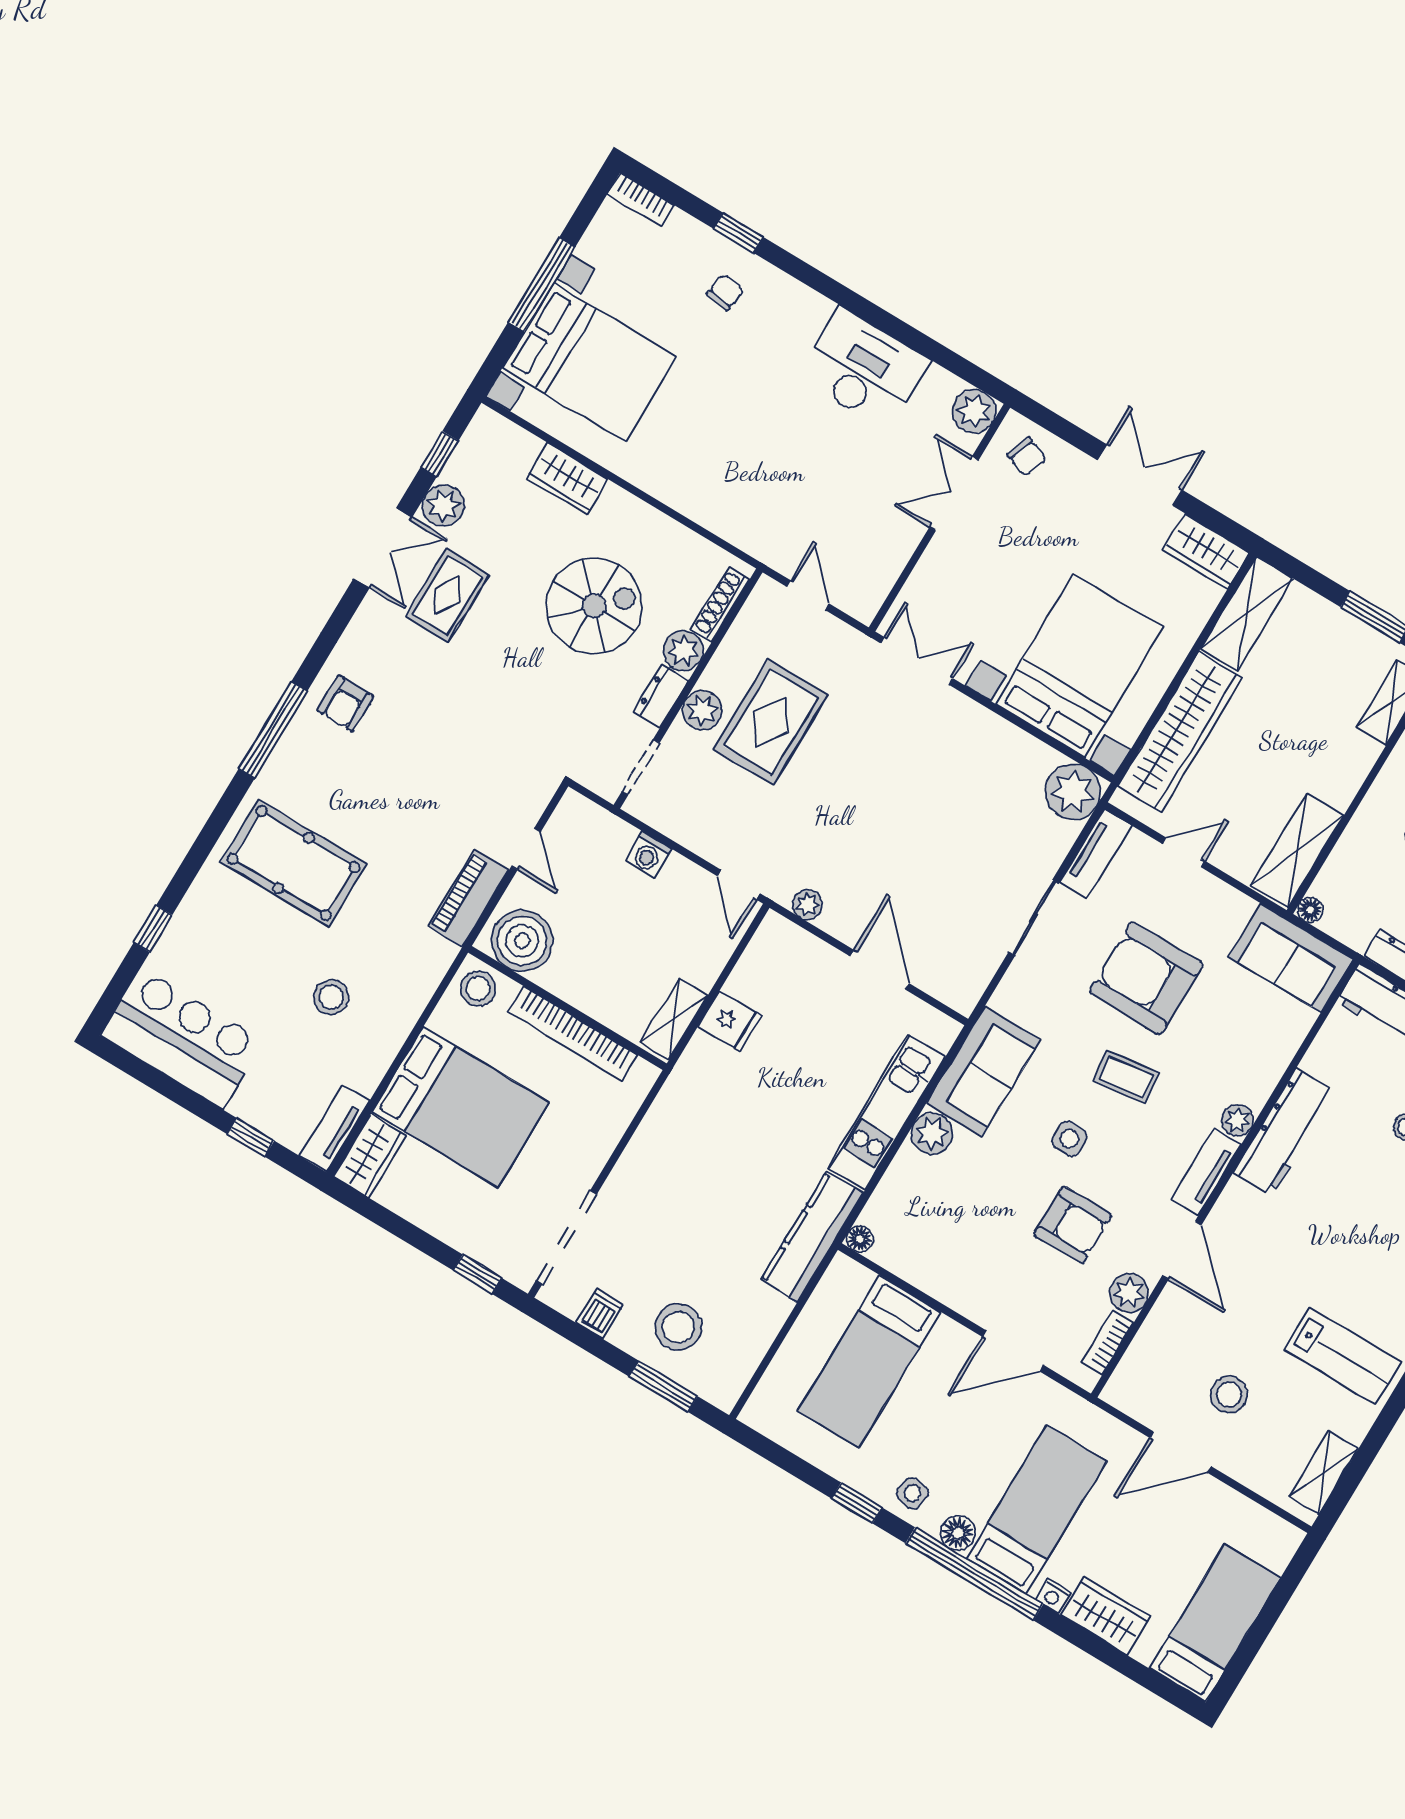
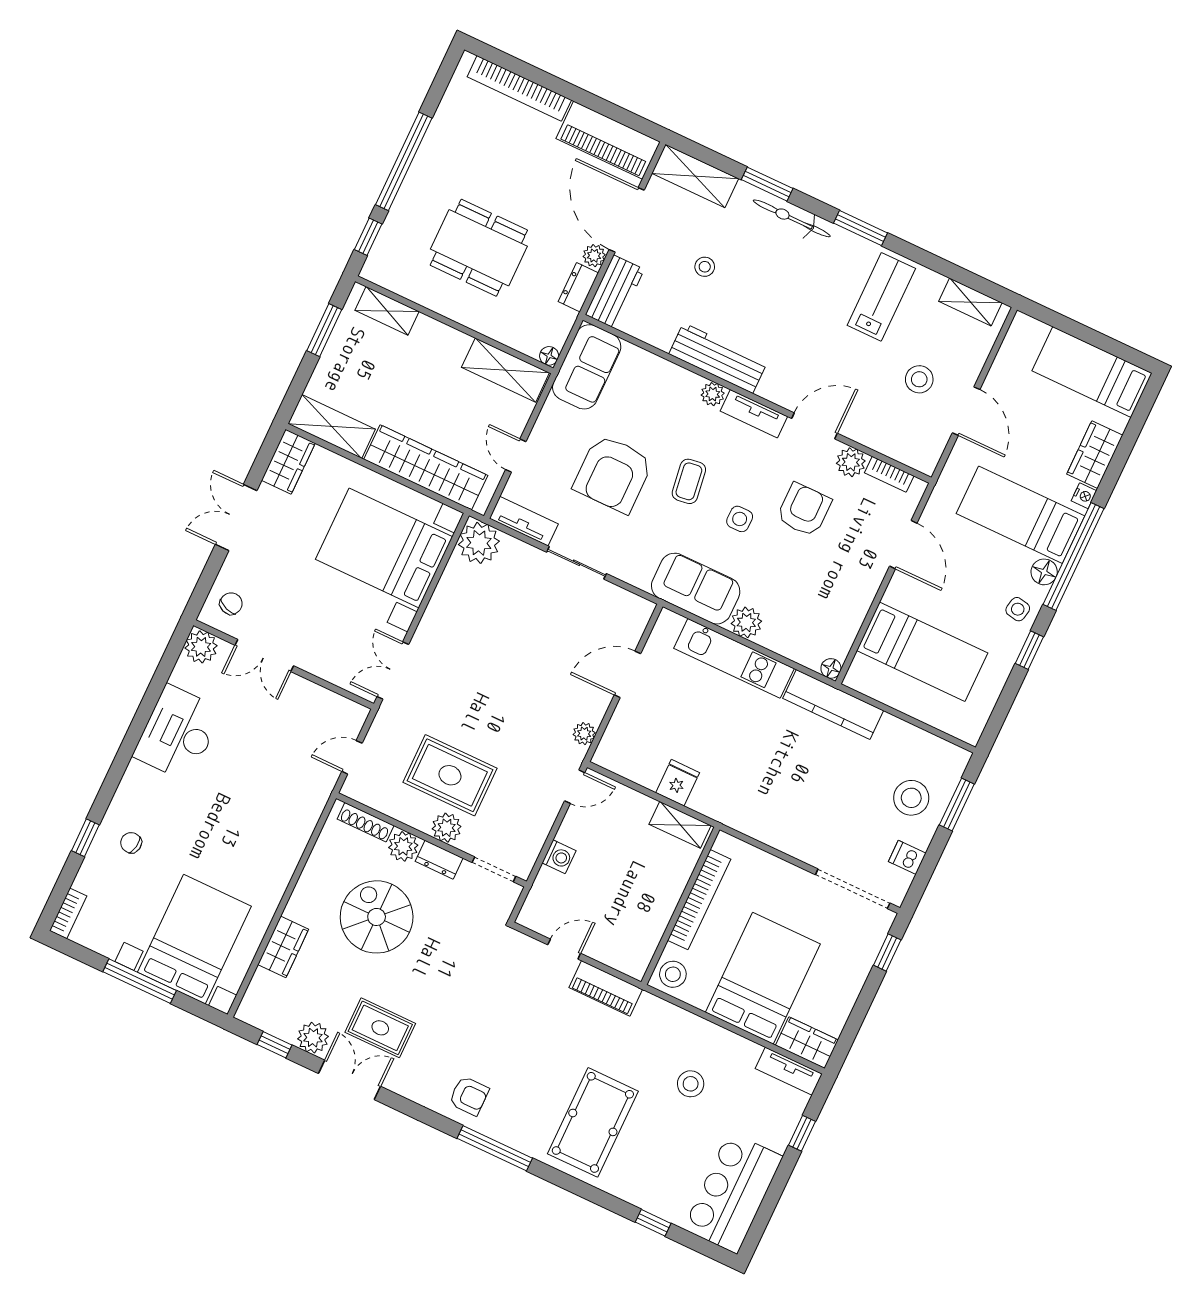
boiler: (522, 941) -> (634, 945), removed

